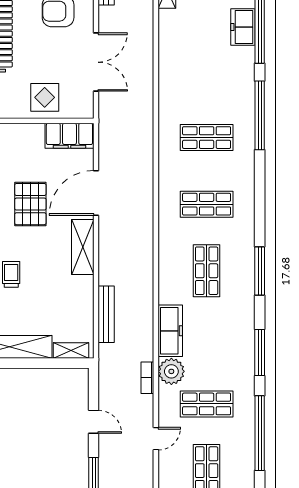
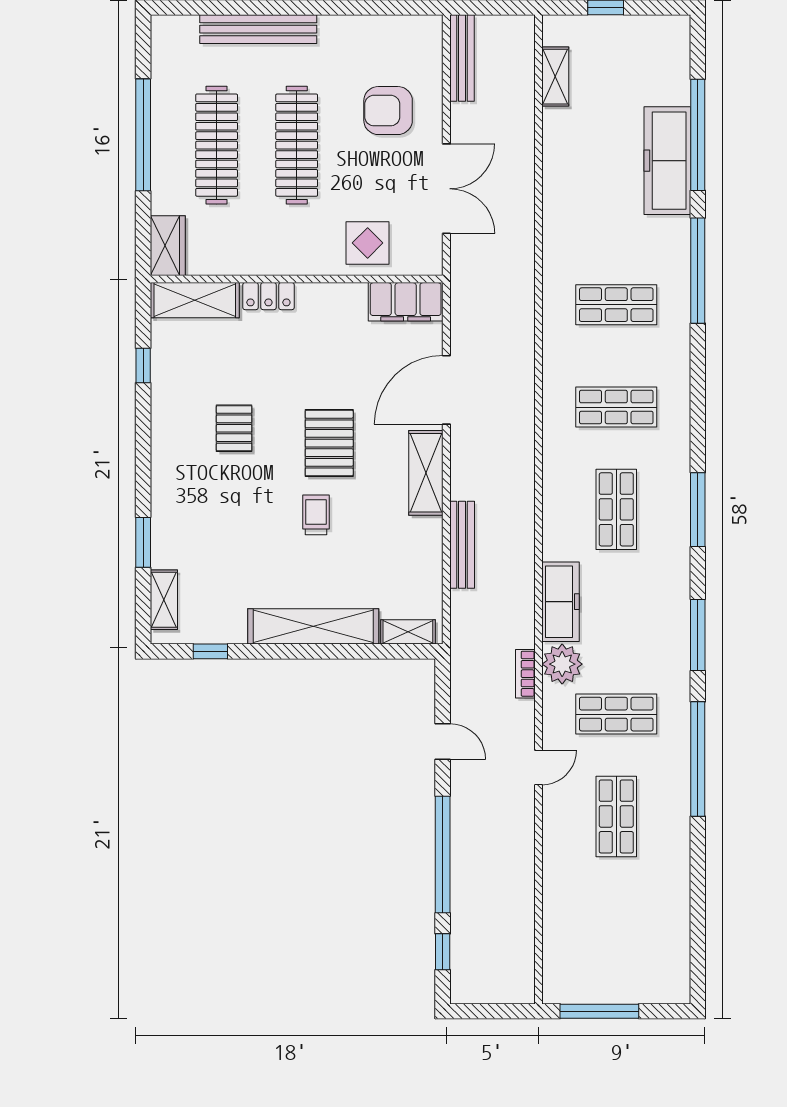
freezer: (243, 27) -> (667, 161), width x1.91, depth x1.26
pallet: (30, 204) -> (329, 443), moved
bench: (106, 314) -> (462, 545), moved

